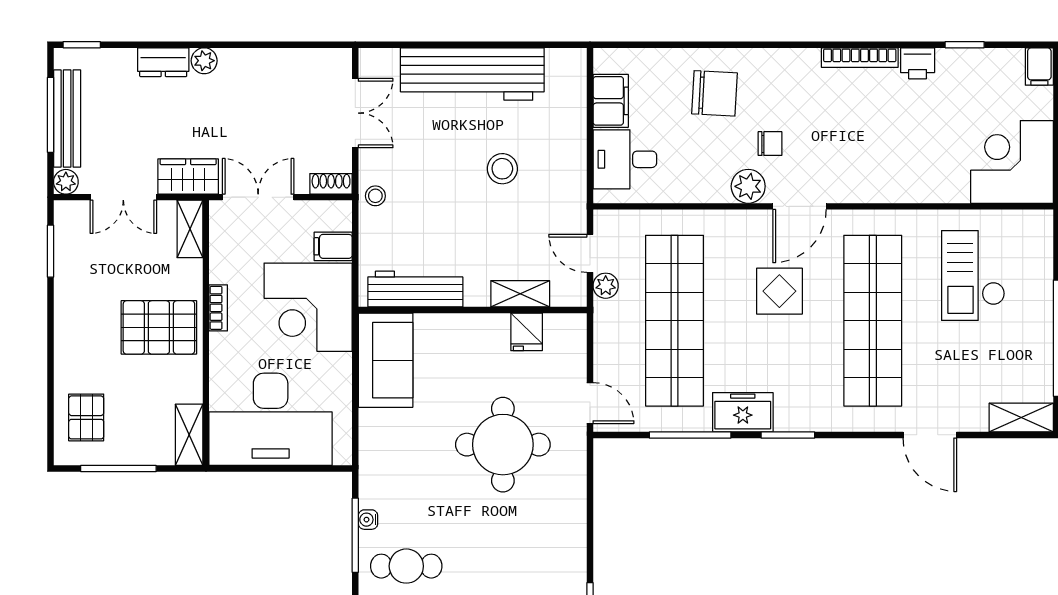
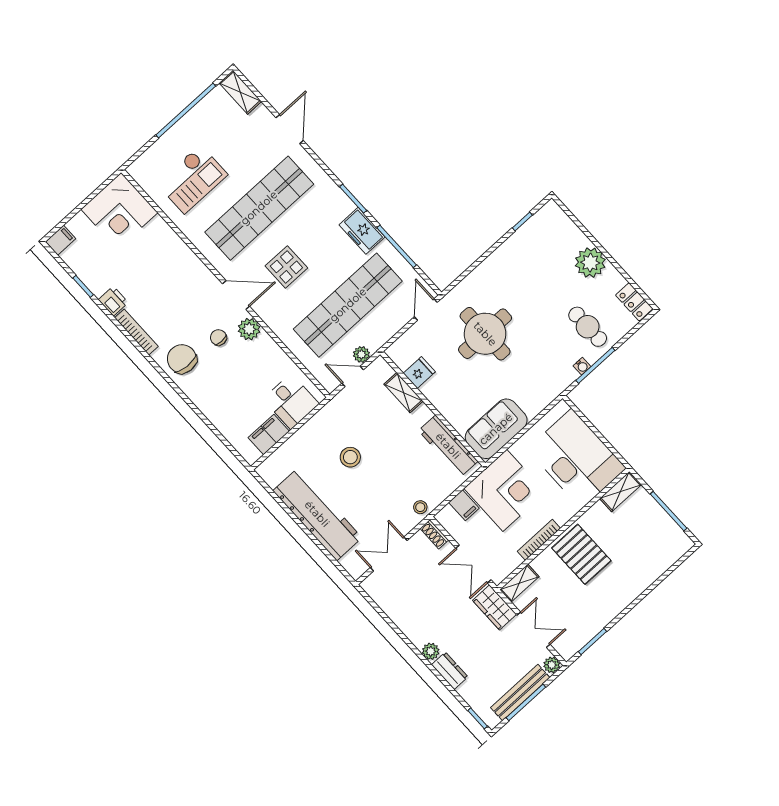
chair: (714, 93) -> (182, 359), moved
door: (590, 253) -> (353, 376), swing flipped
bookcase: (218, 308) -> (539, 540), width x1.56
pallet: (86, 417) -> (658, 550), removed

